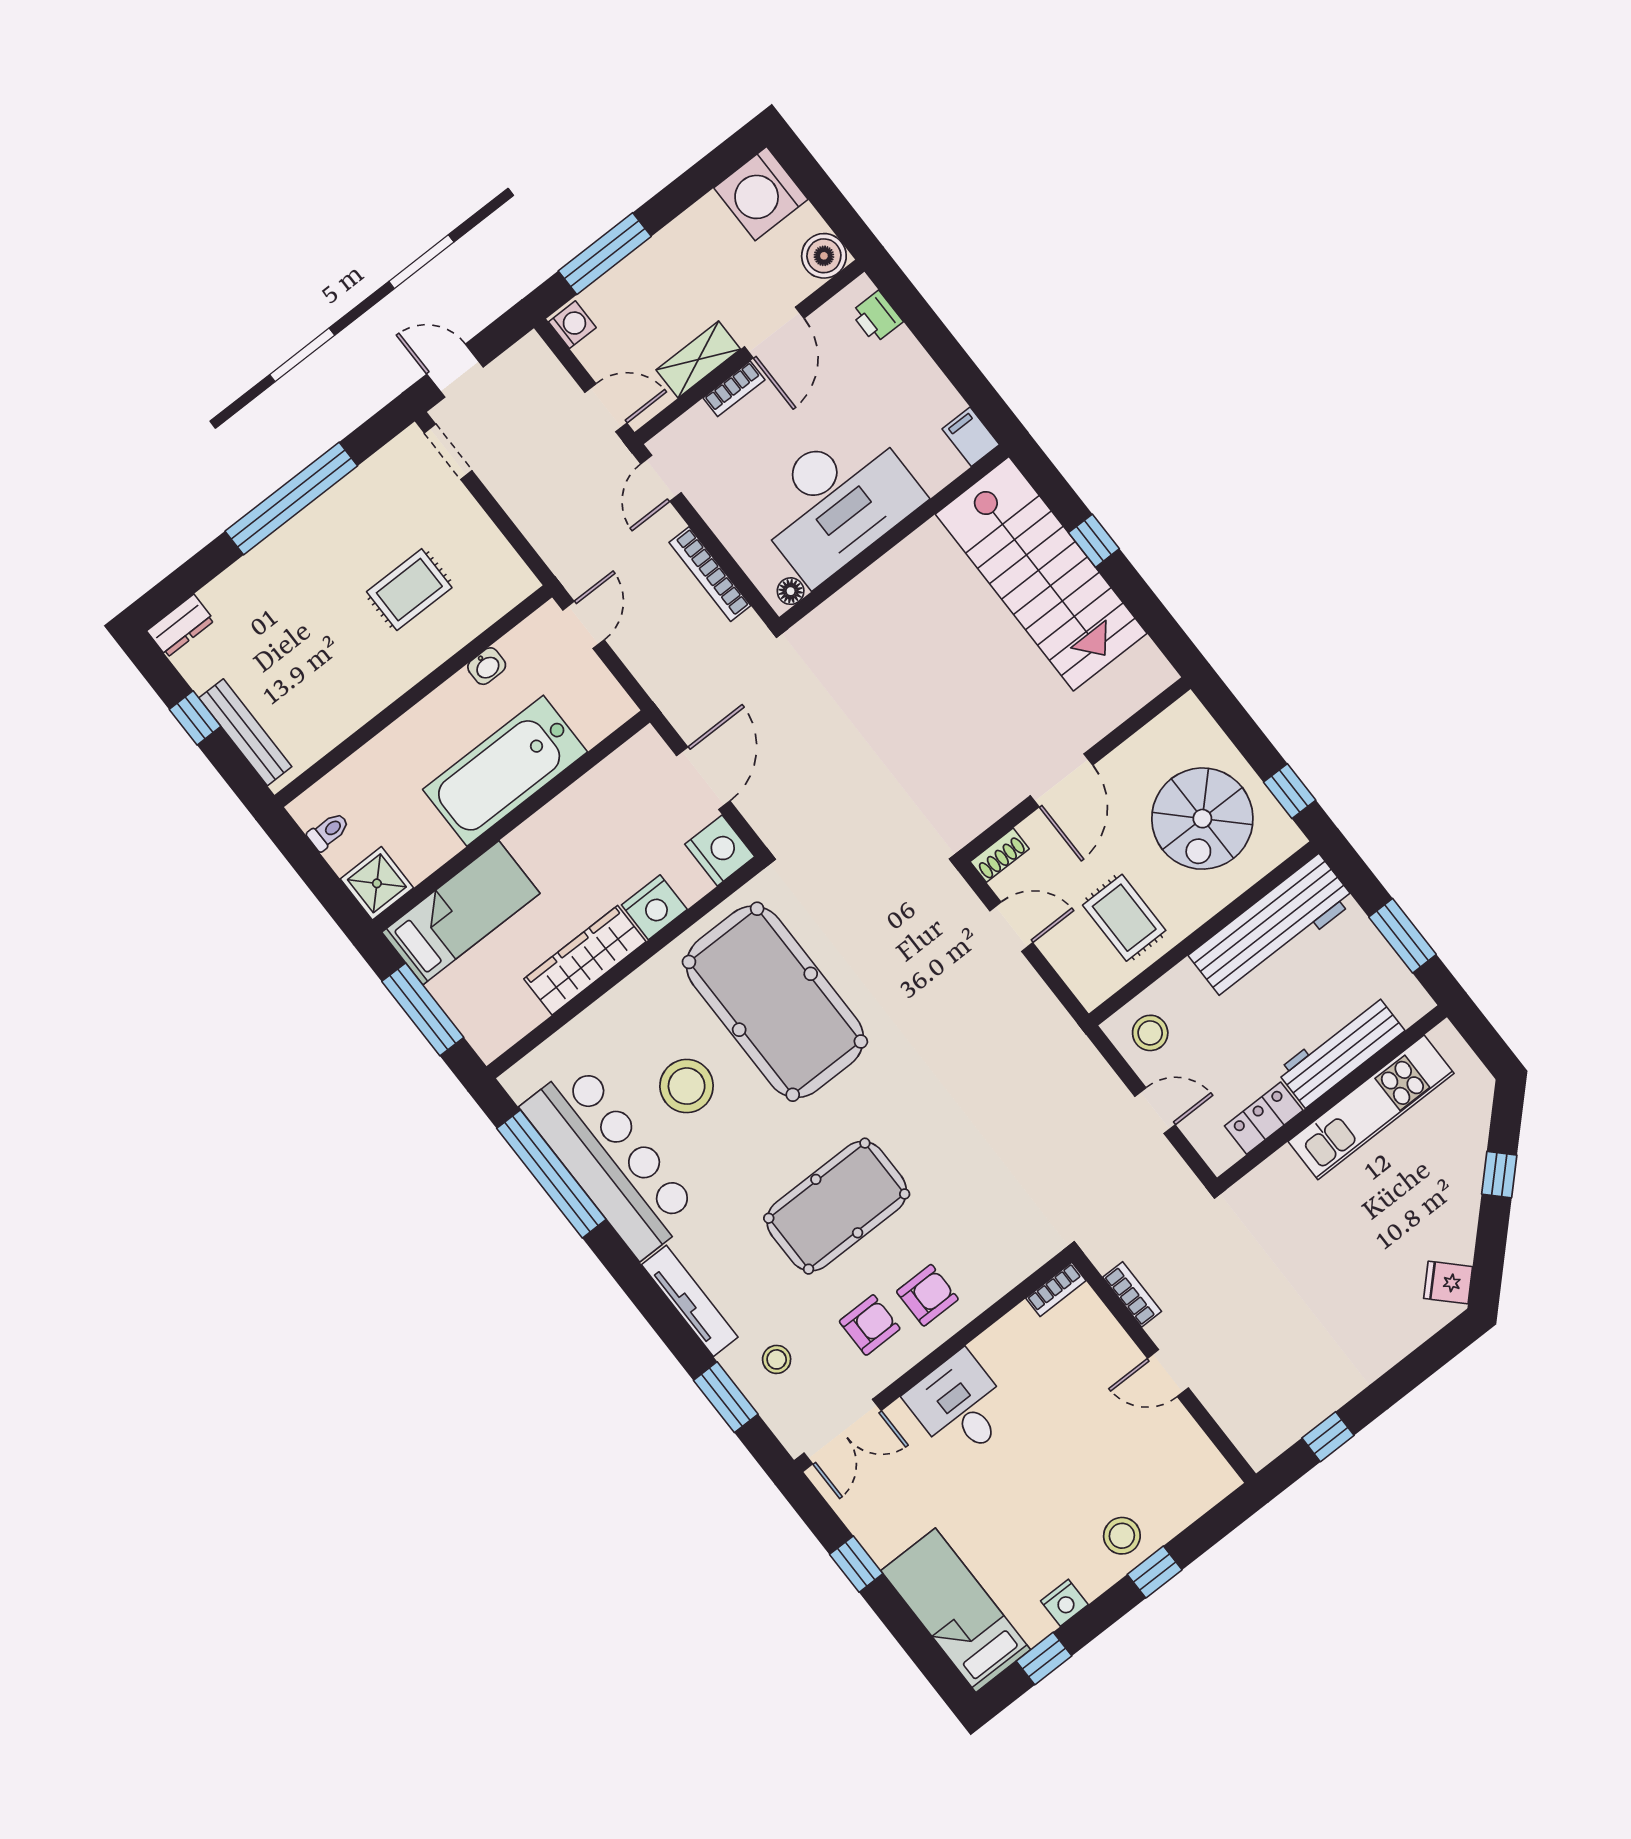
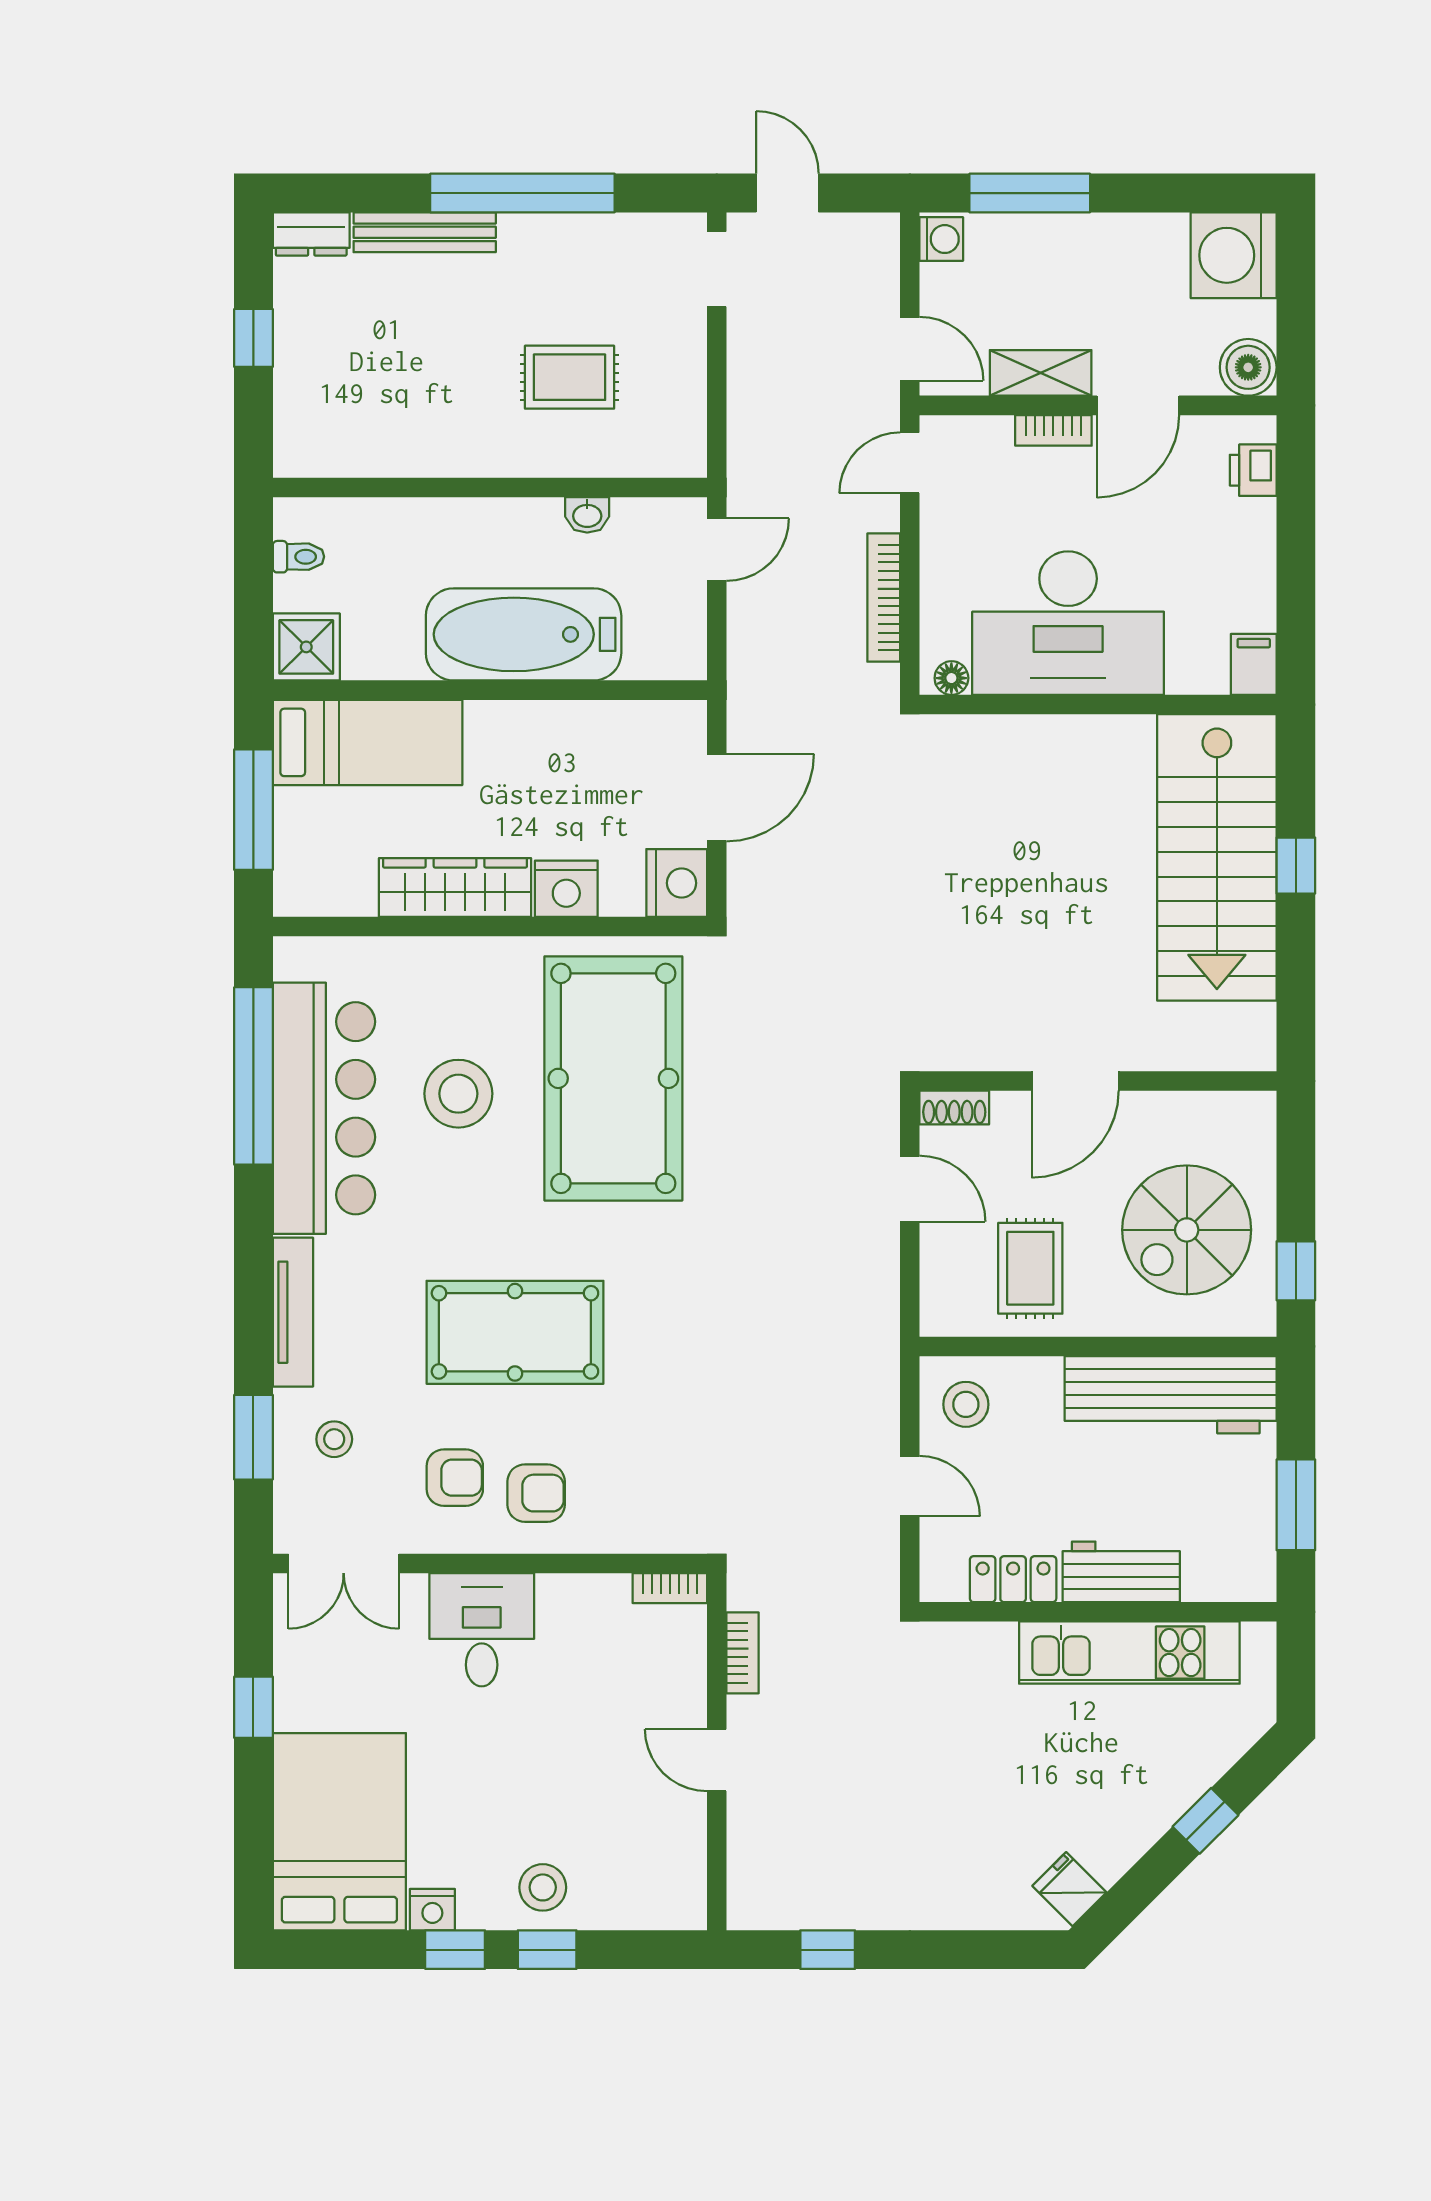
bench: (245, 732) -> (425, 232), moved, turned 90
workbench: (1341, 1051) -> (1121, 1572), width x0.73
bed: (956, 1610) -> (339, 1832), width x1.50
window: (1044, 1658) -> (455, 1950), moved

